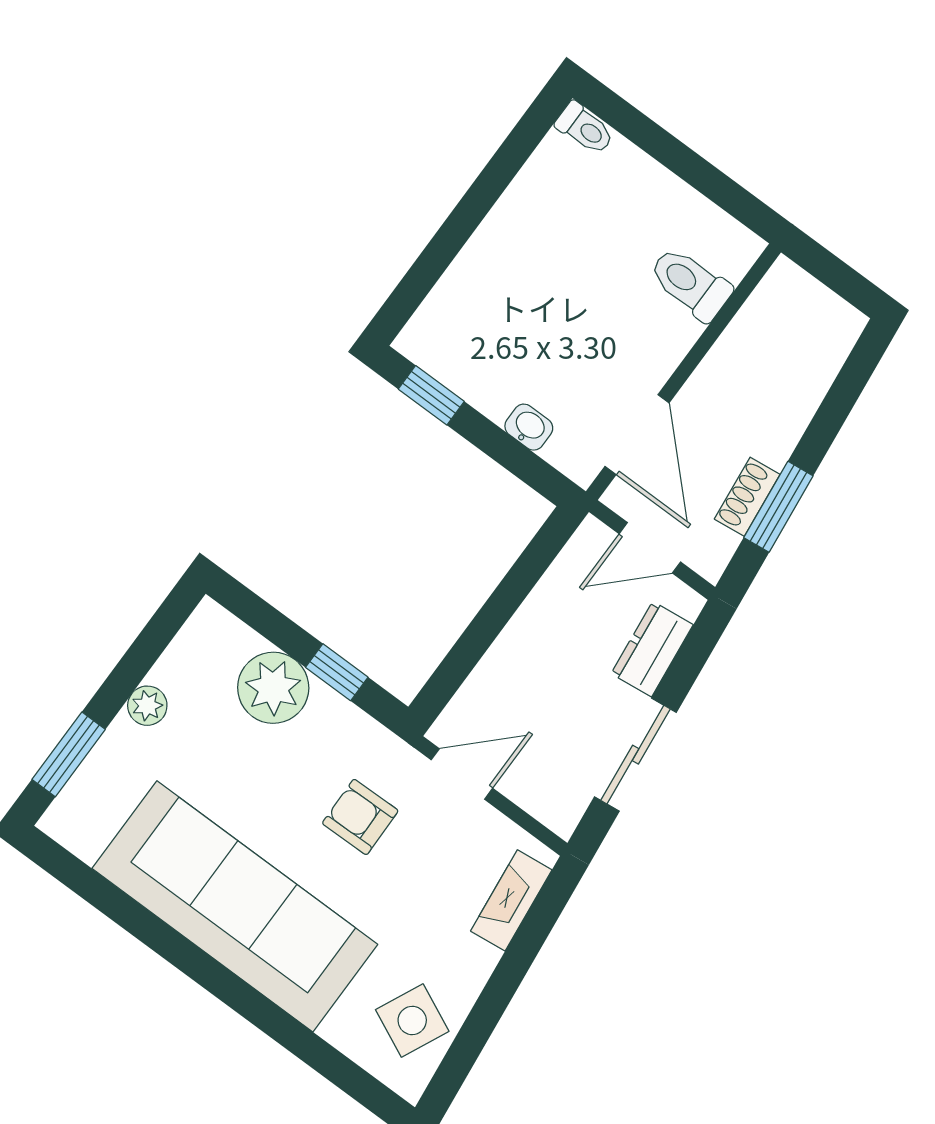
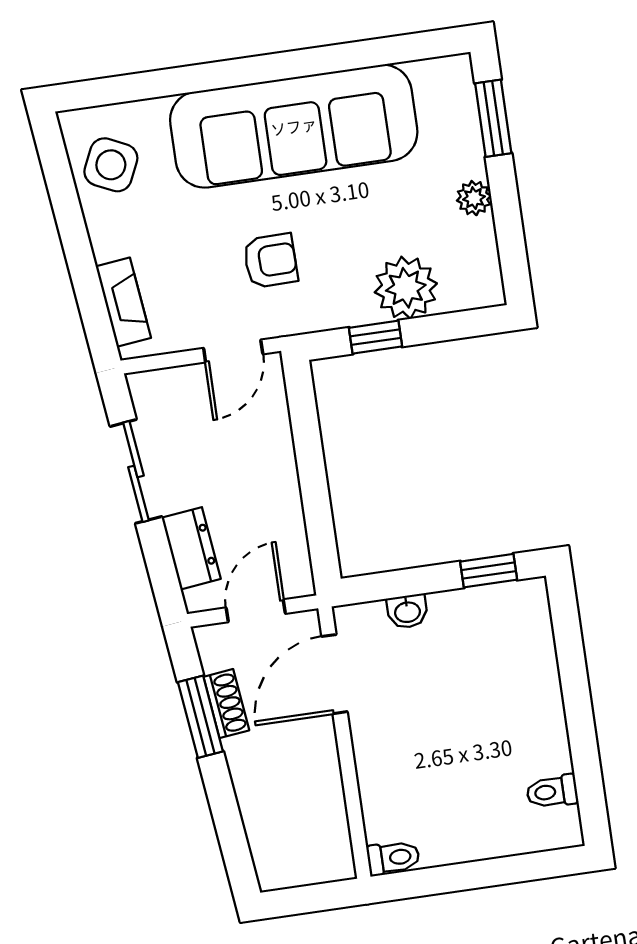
toilet: (585, 128) -> (552, 792), moved
toilet: (690, 284) -> (393, 858), moved, width x0.73, depth x0.72
door: (637, 435) -> (334, 674), hinge flipped

